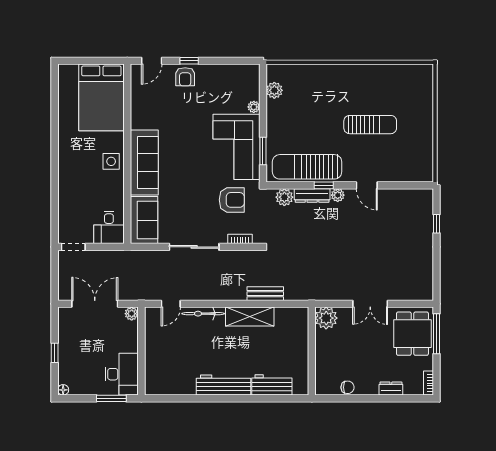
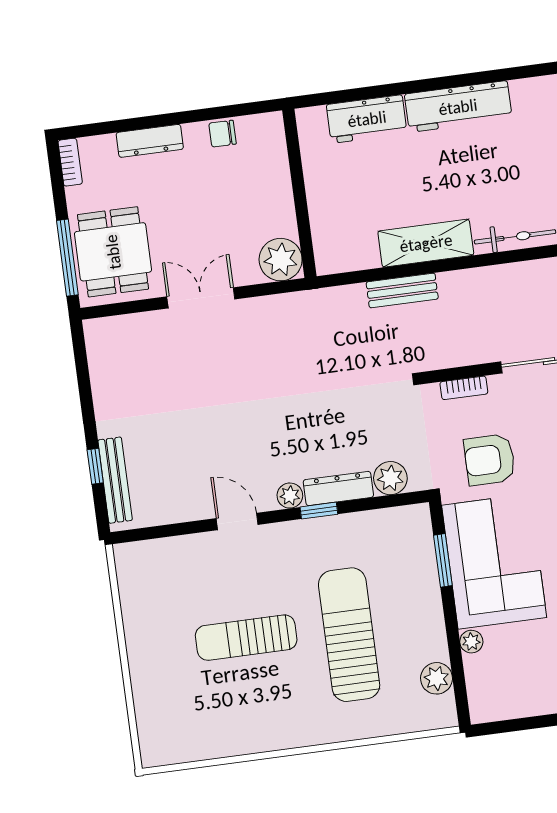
sun lounger: (307, 167) -> (349, 635), moved, turned -90
bench: (427, 215) -> (115, 480), added
dresser: (391, 389) -> (150, 141), width x1.44

